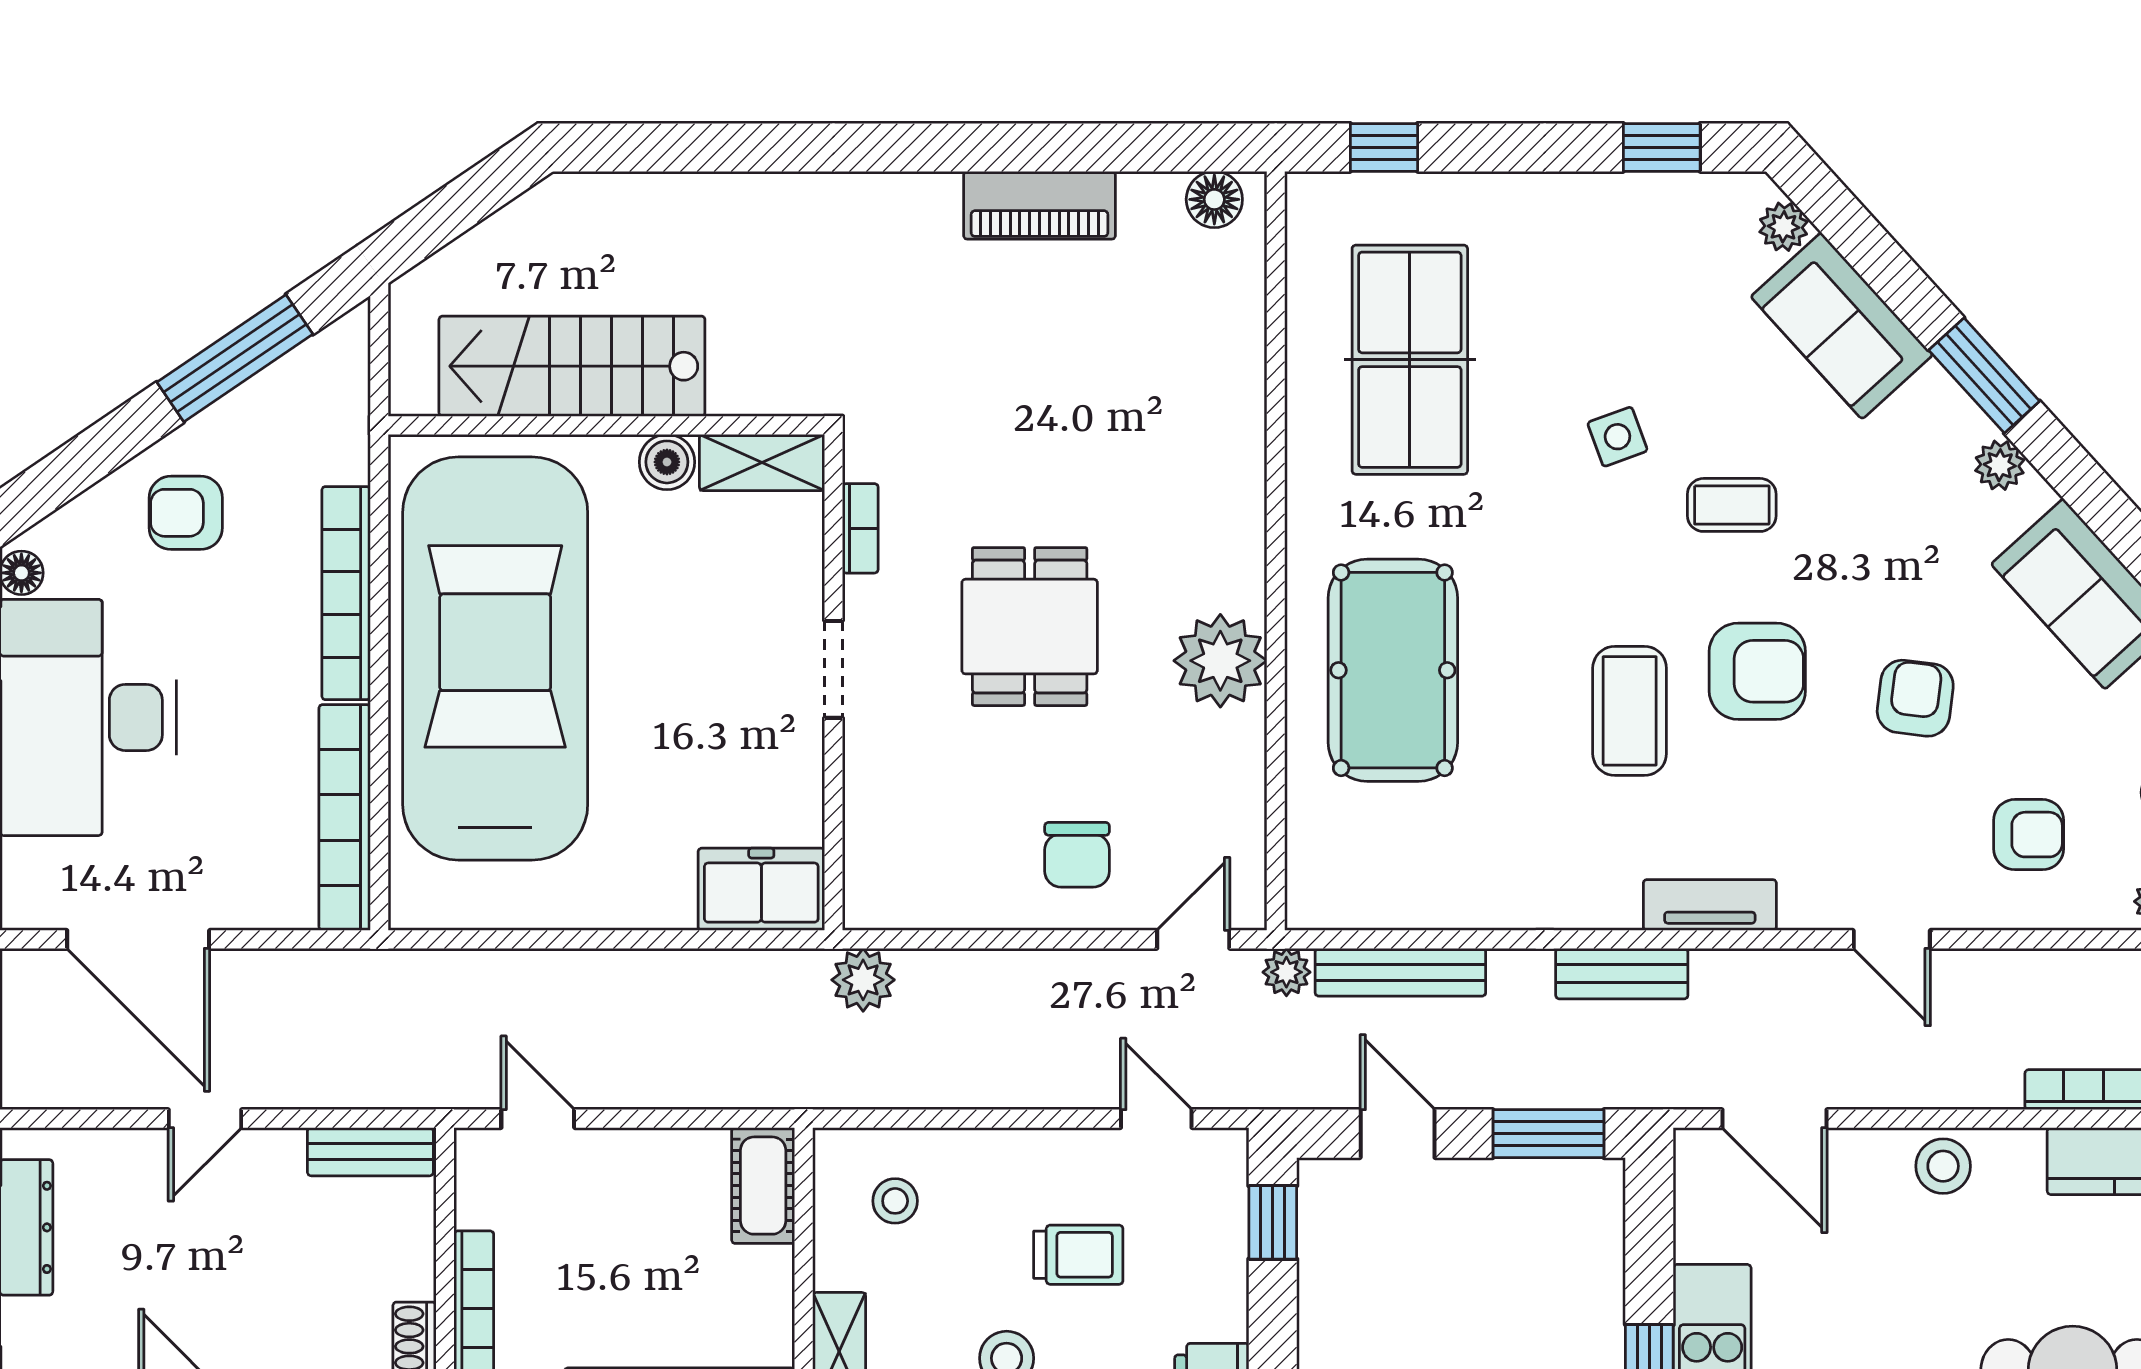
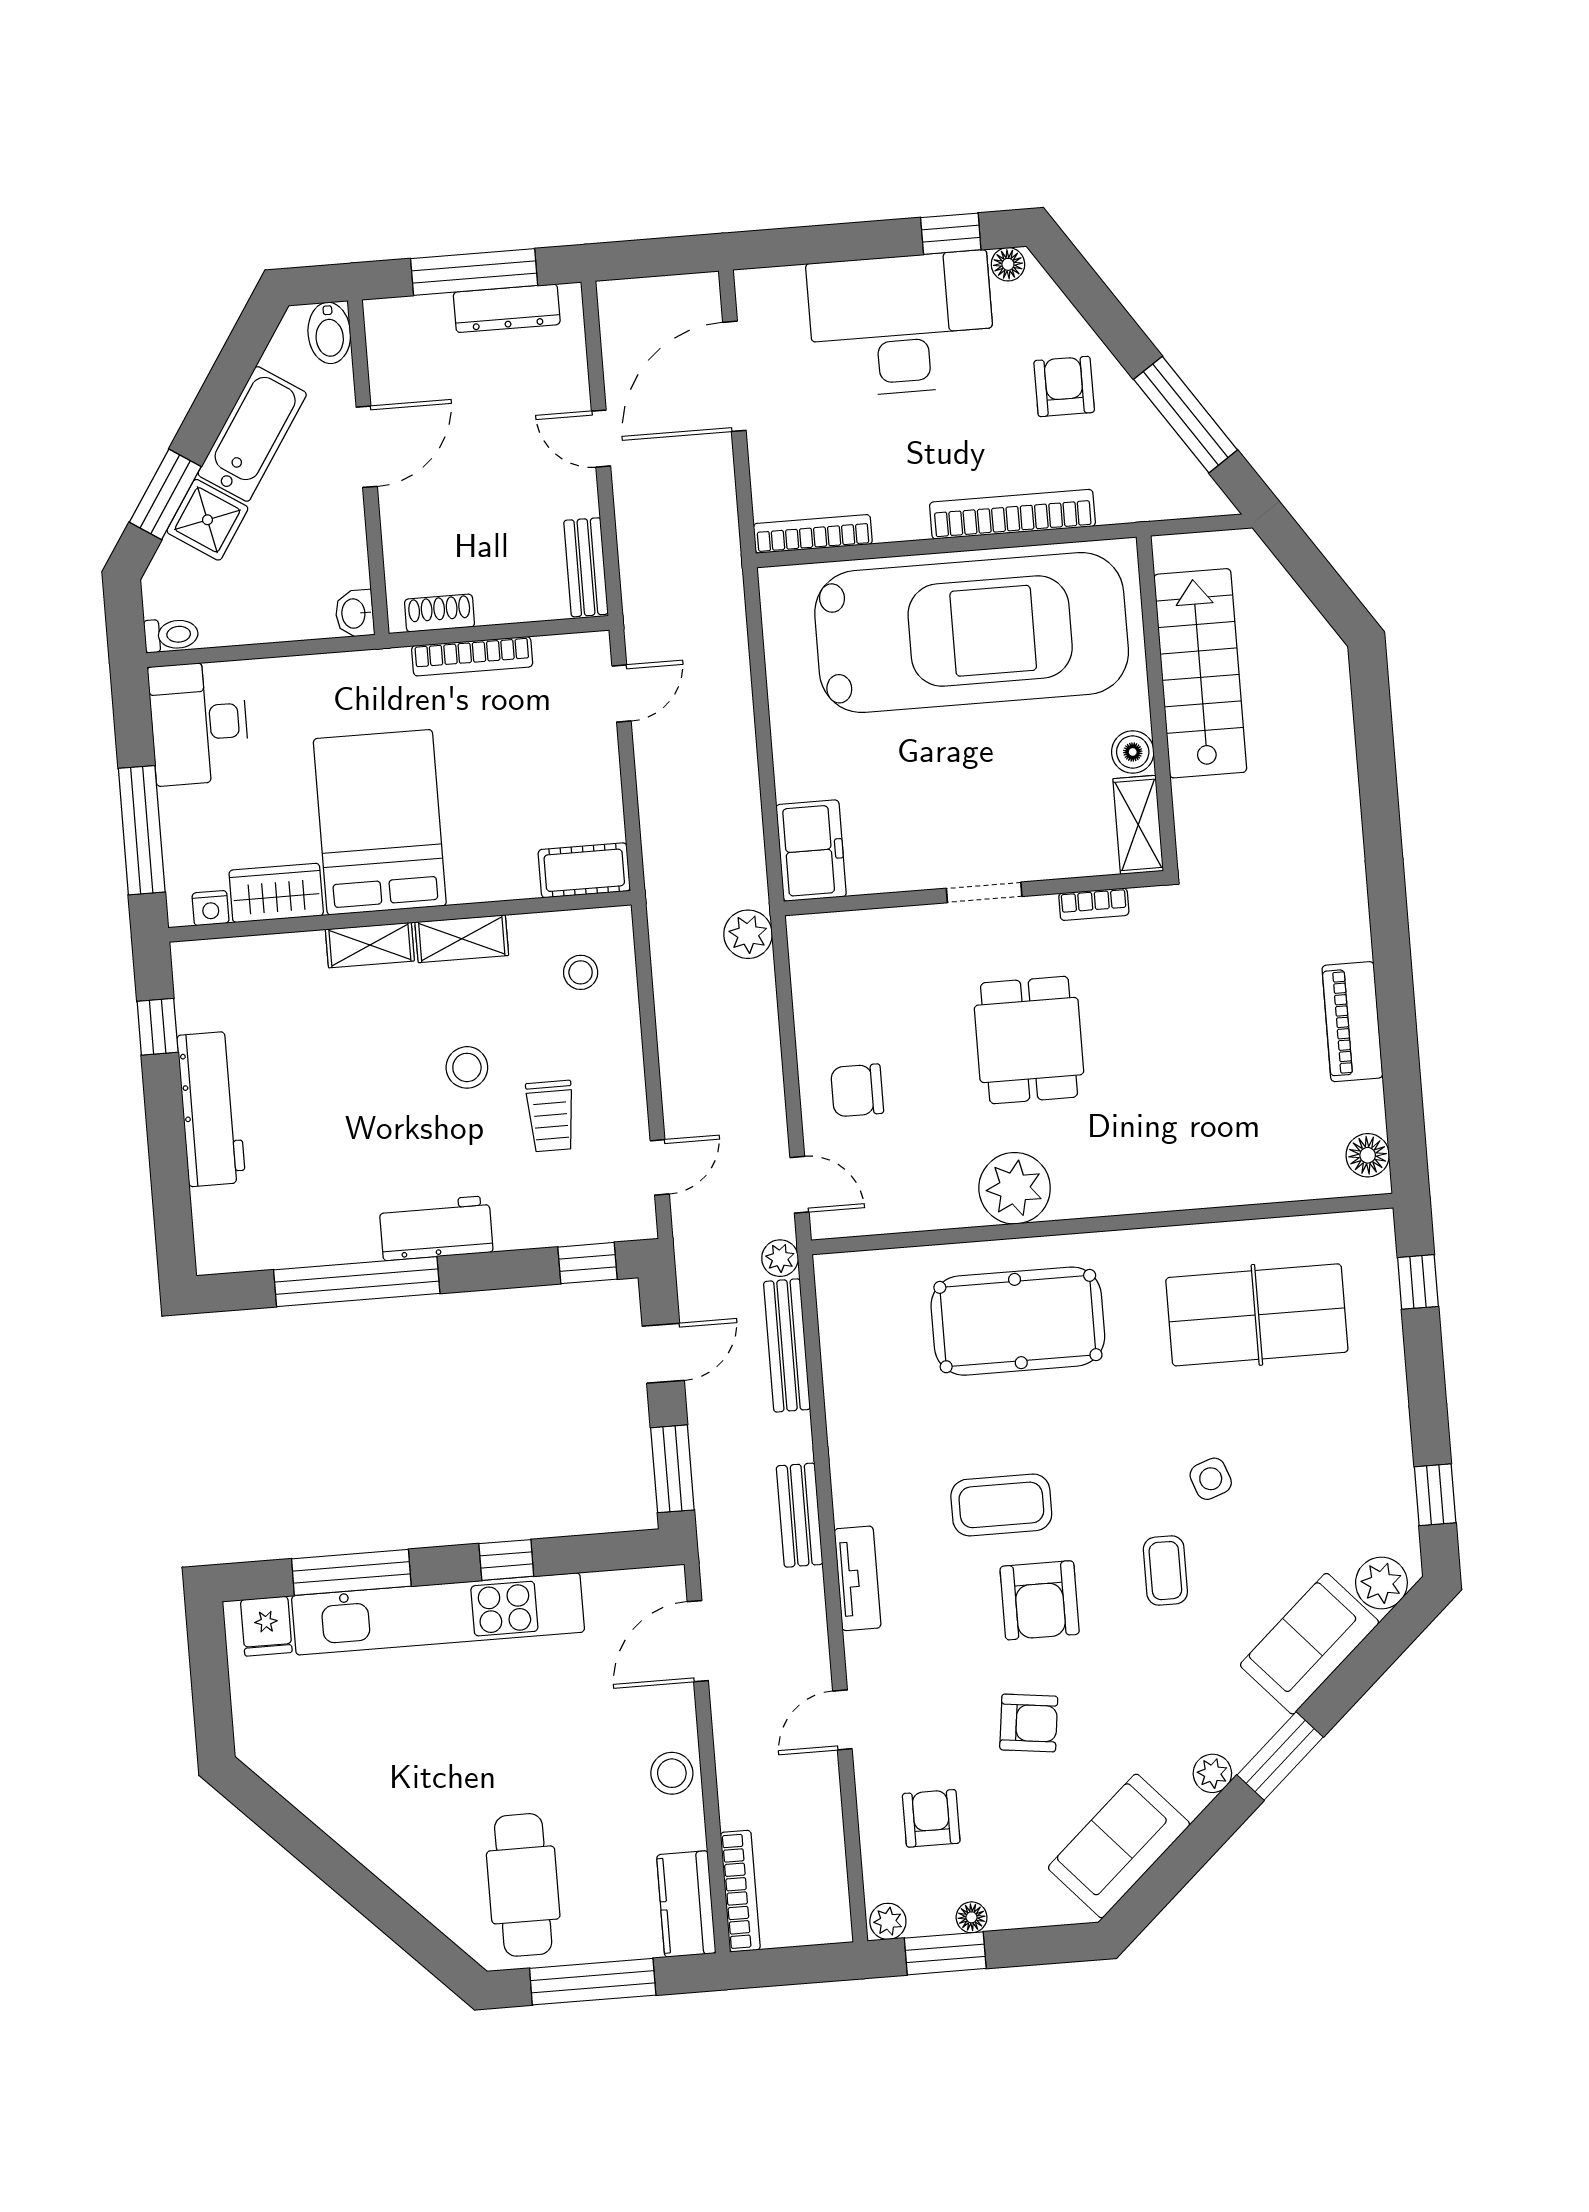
plant: (1783, 227) -> (1381, 1583), width x1.38, depth x1.38
dining table: (1030, 627) -> (1029, 1040), turned 90
bookcase: (345, 817) -> (813, 534), width x0.68, depth x0.76
armchair: (2029, 835) -> (931, 1818), turned 180

